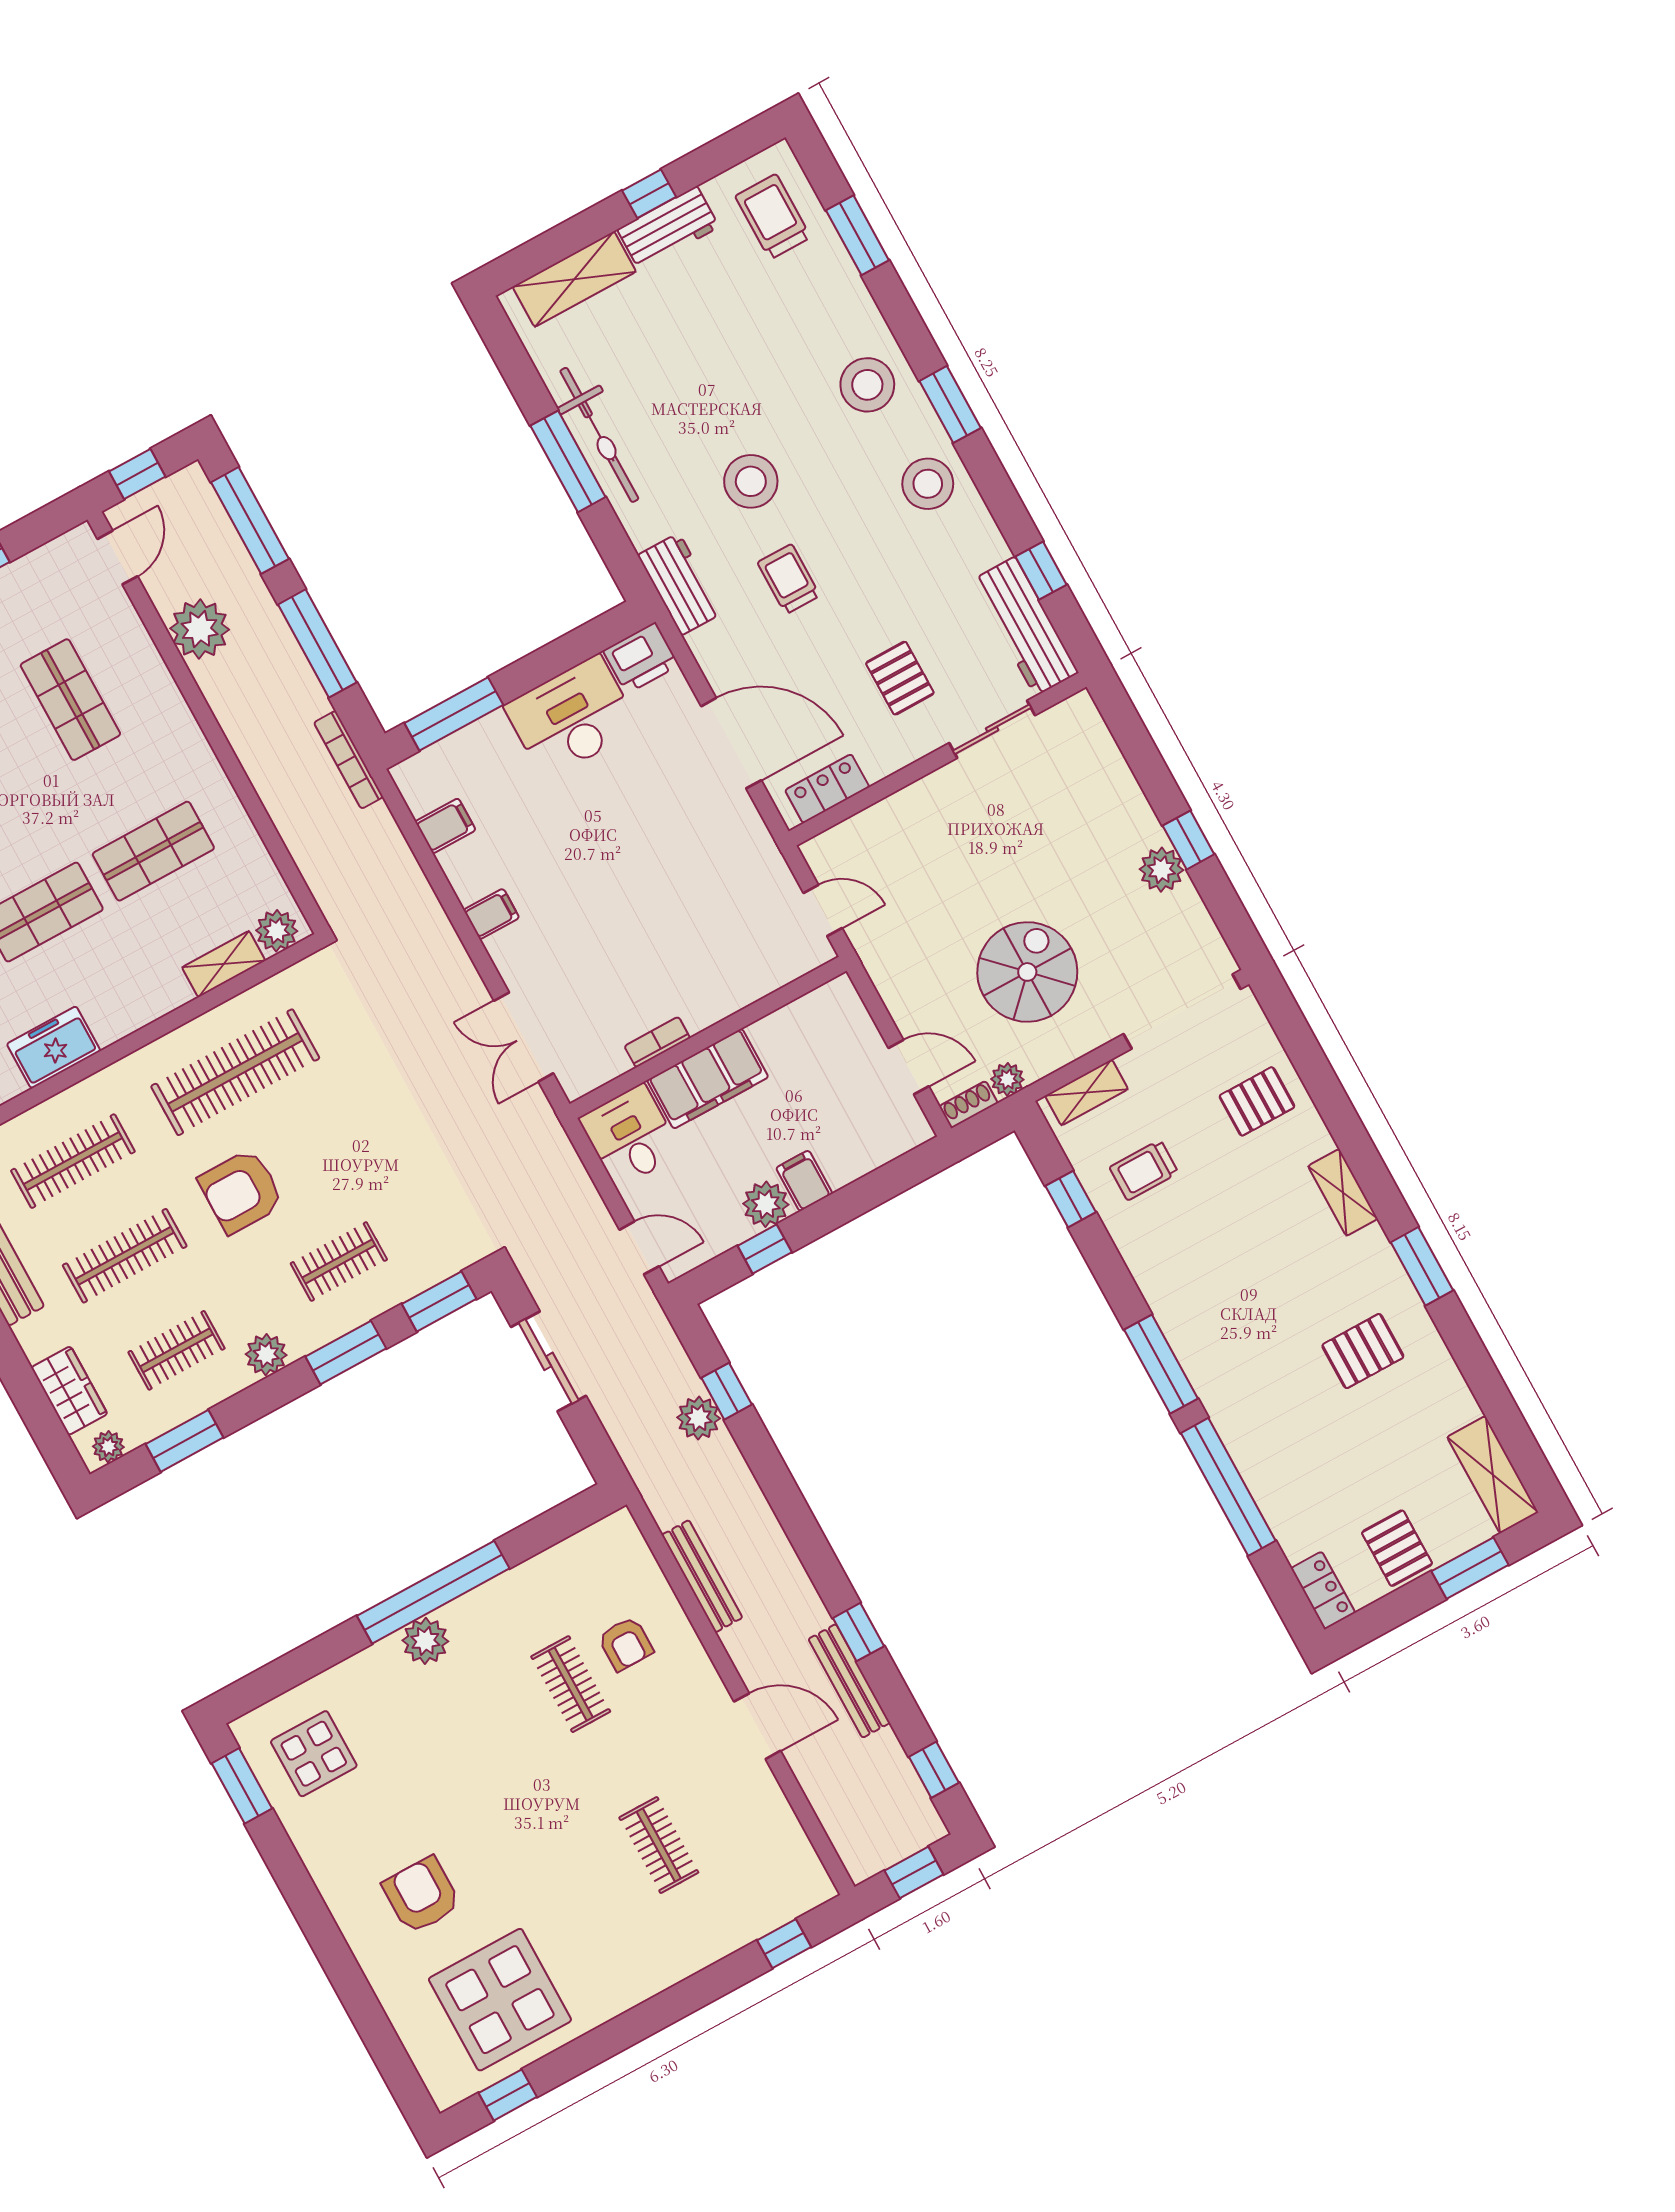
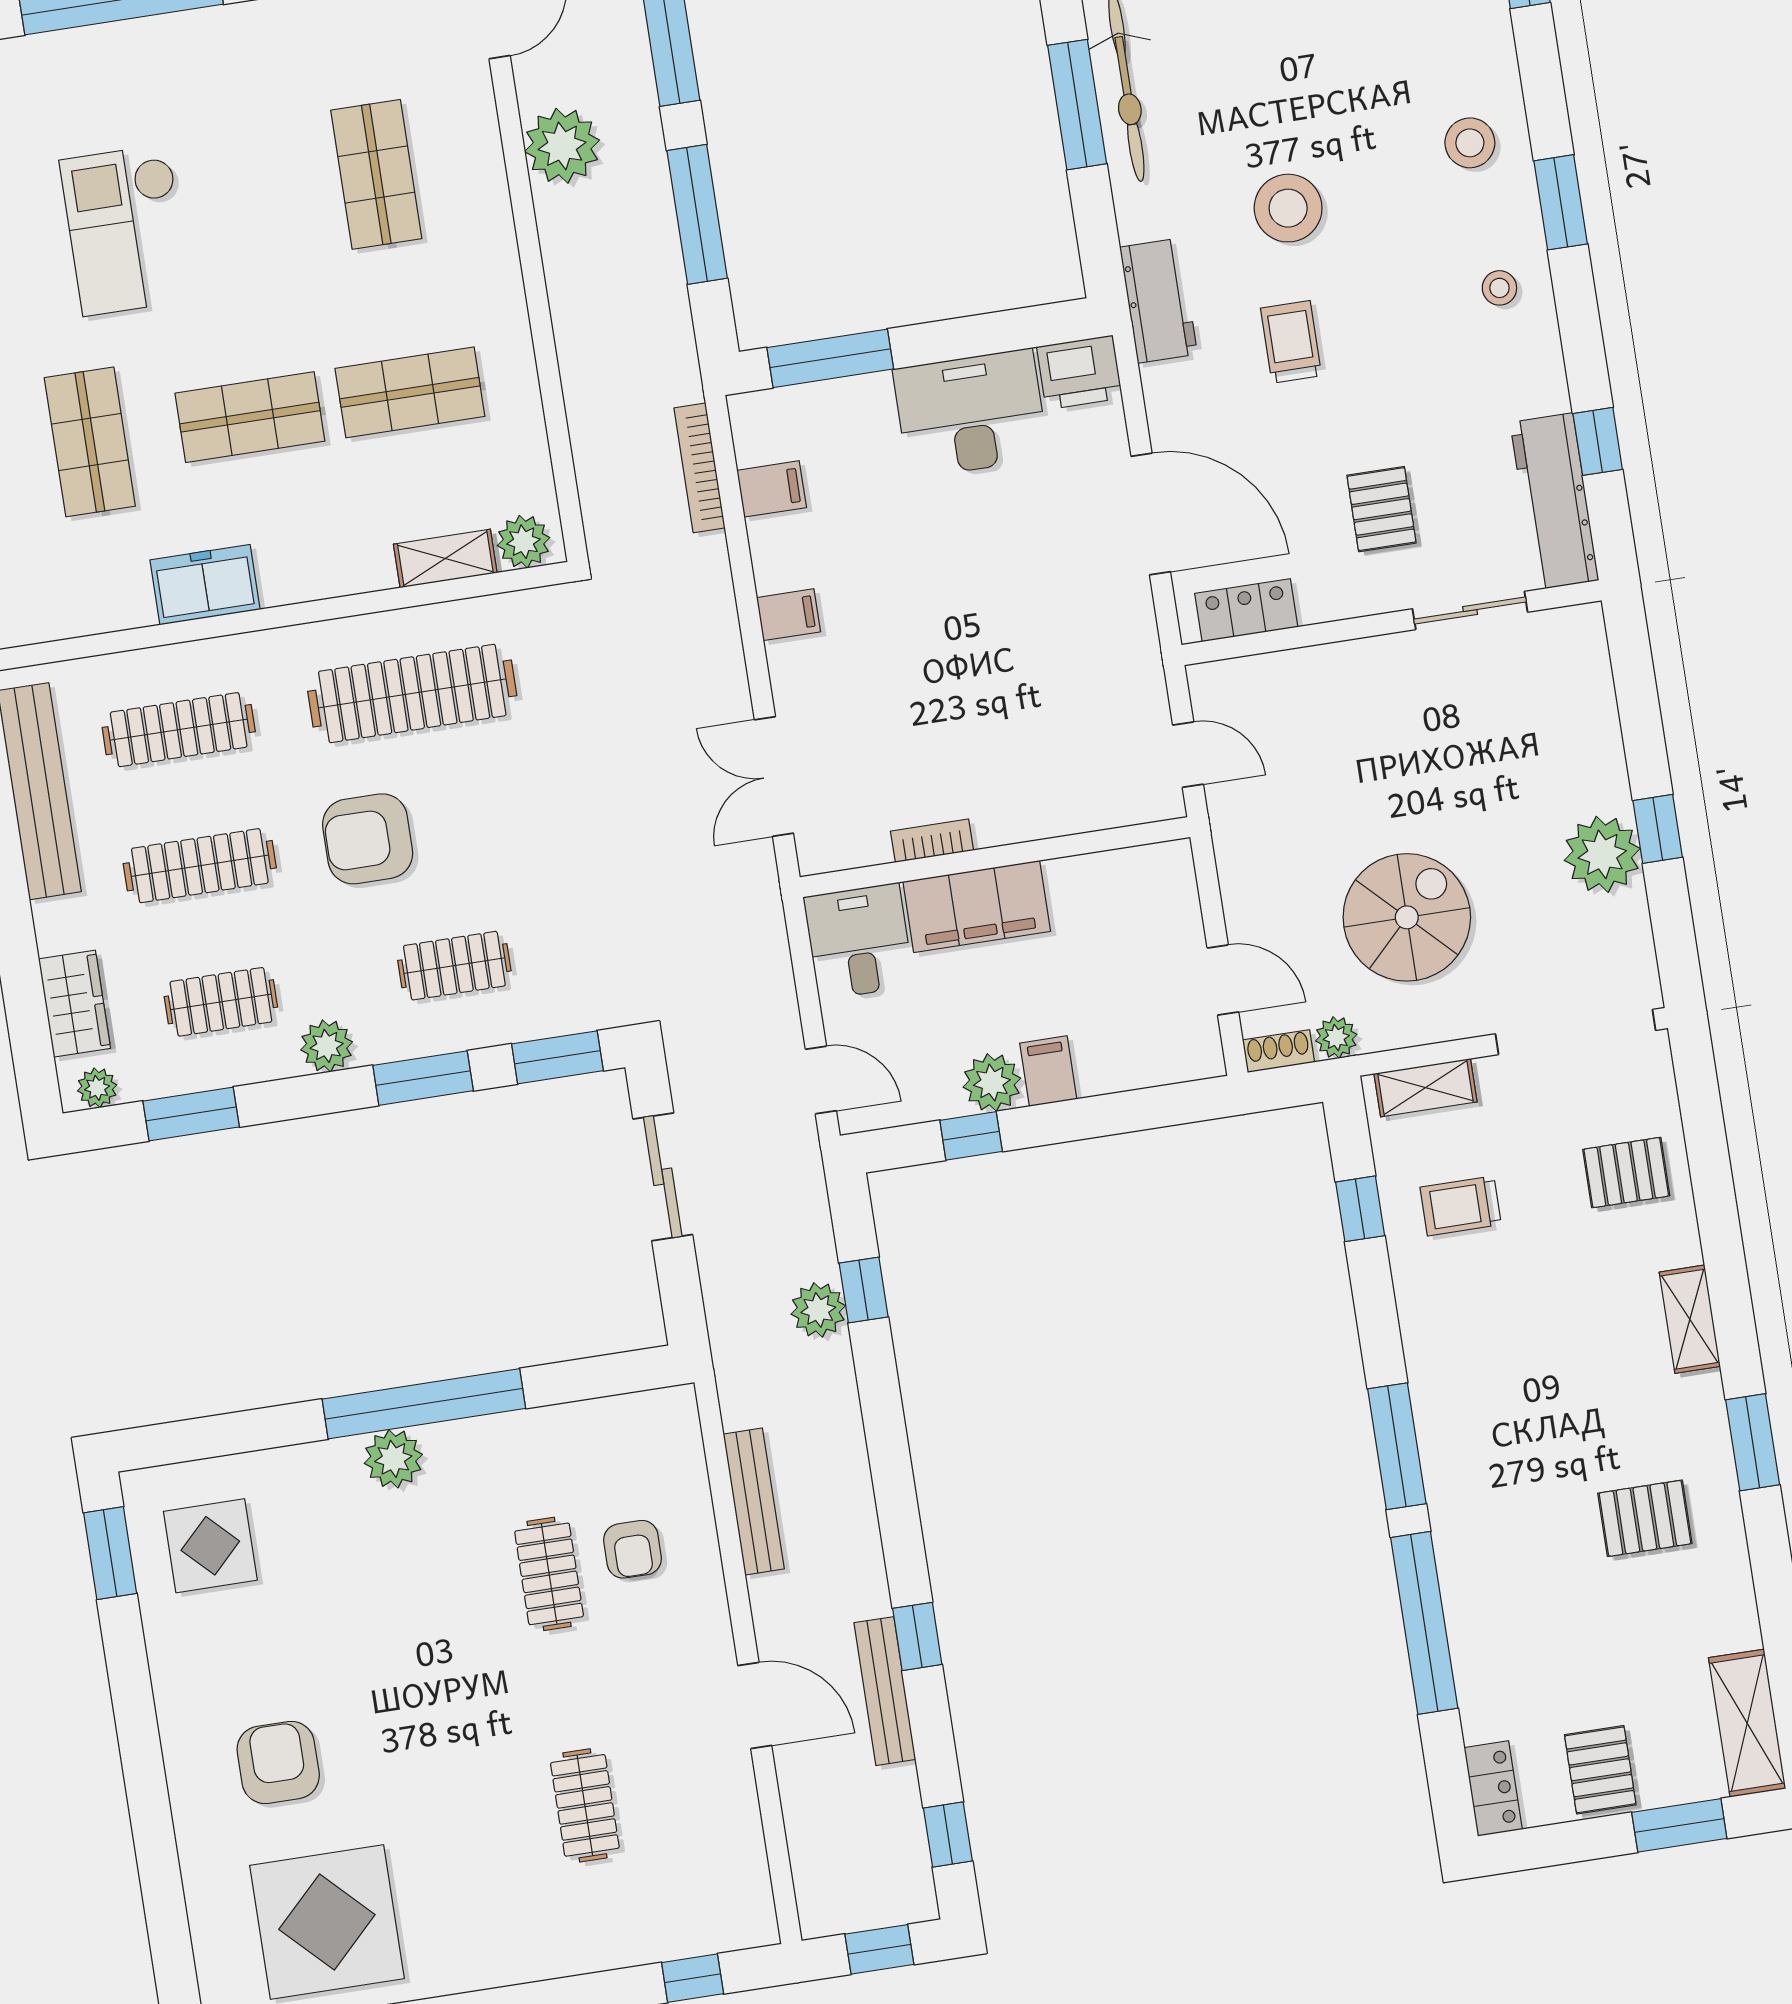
stool: (867, 385) -> (1470, 143), width x0.73, depth x0.73
stool: (928, 484) -> (1499, 288), width x0.53, depth x0.53
bookcase: (348, 760) -> (700, 468), moved
plant: (1161, 870) -> (1602, 854), width x1.36, depth x1.36

